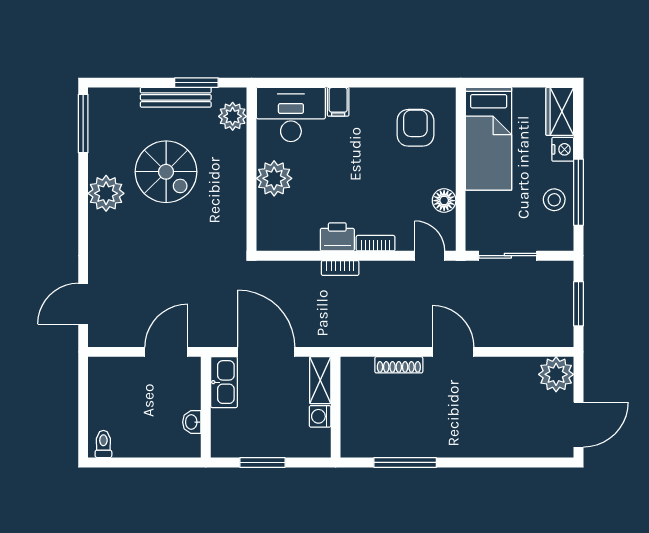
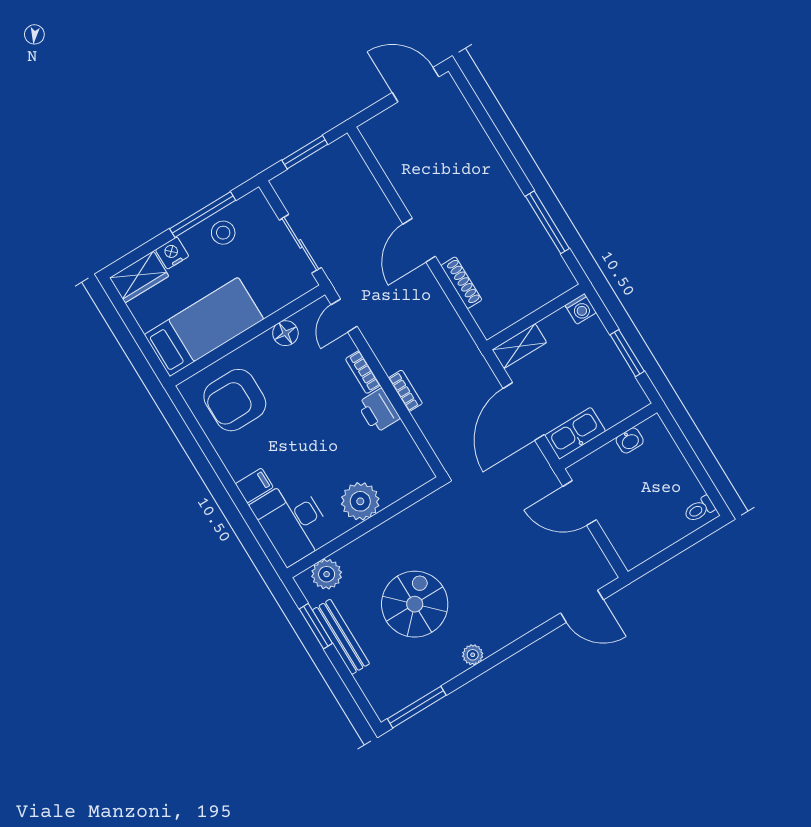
armchair: (415, 128) -> (235, 400), width x1.36, depth x1.36
plant: (106, 193) -> (473, 655), width x0.53, depth x0.53
plant: (556, 374) -> (382, 133), removed
washing machine: (320, 416) -> (581, 309), moved

